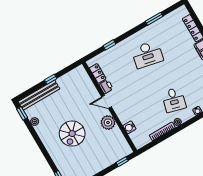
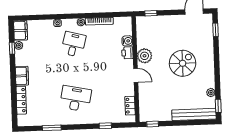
window: (51, 79) -> (153, 124), moved
printer: (106, 87) -> (127, 53), moved

